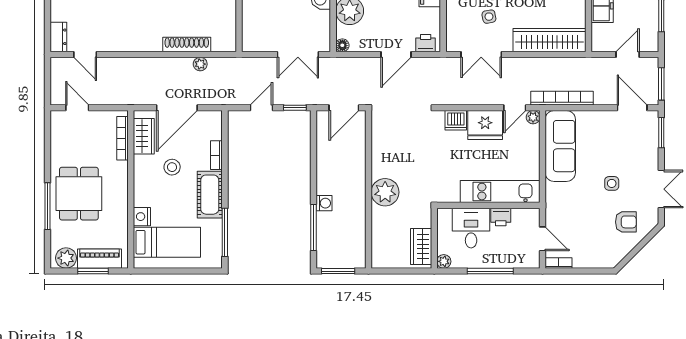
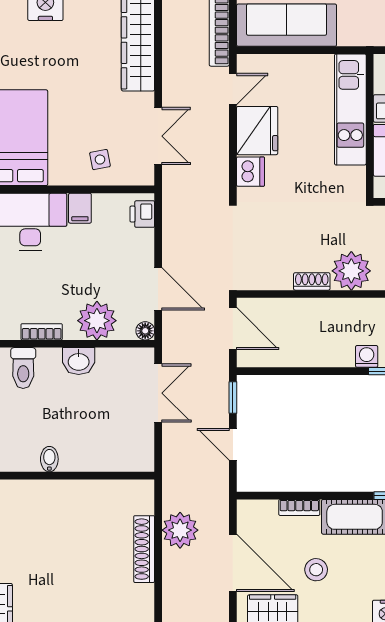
side table: (489, 17) -> (100, 160), moved
door: (396, 55) -> (158, 289), moved
plant: (200, 64) -> (180, 530), width x1.87, depth x1.87
door: (515, 108) -> (233, 89), hinge flipped
plant: (533, 117) -> (246, 63), removed
shoe rack: (378, 164) -> (312, 281), added

